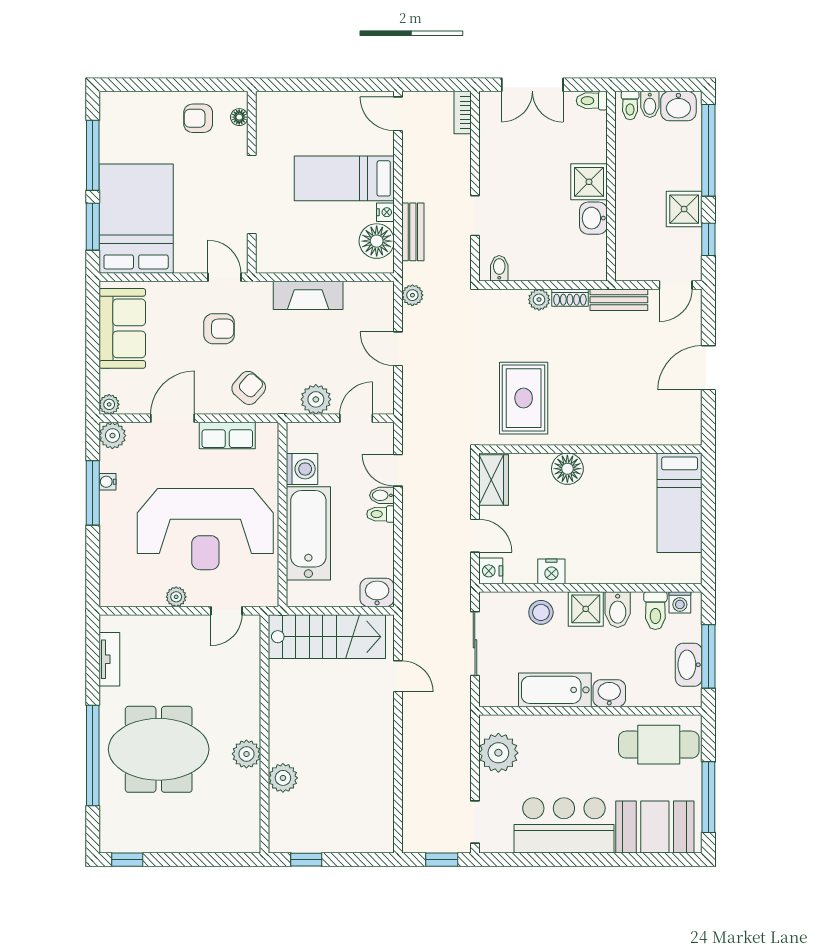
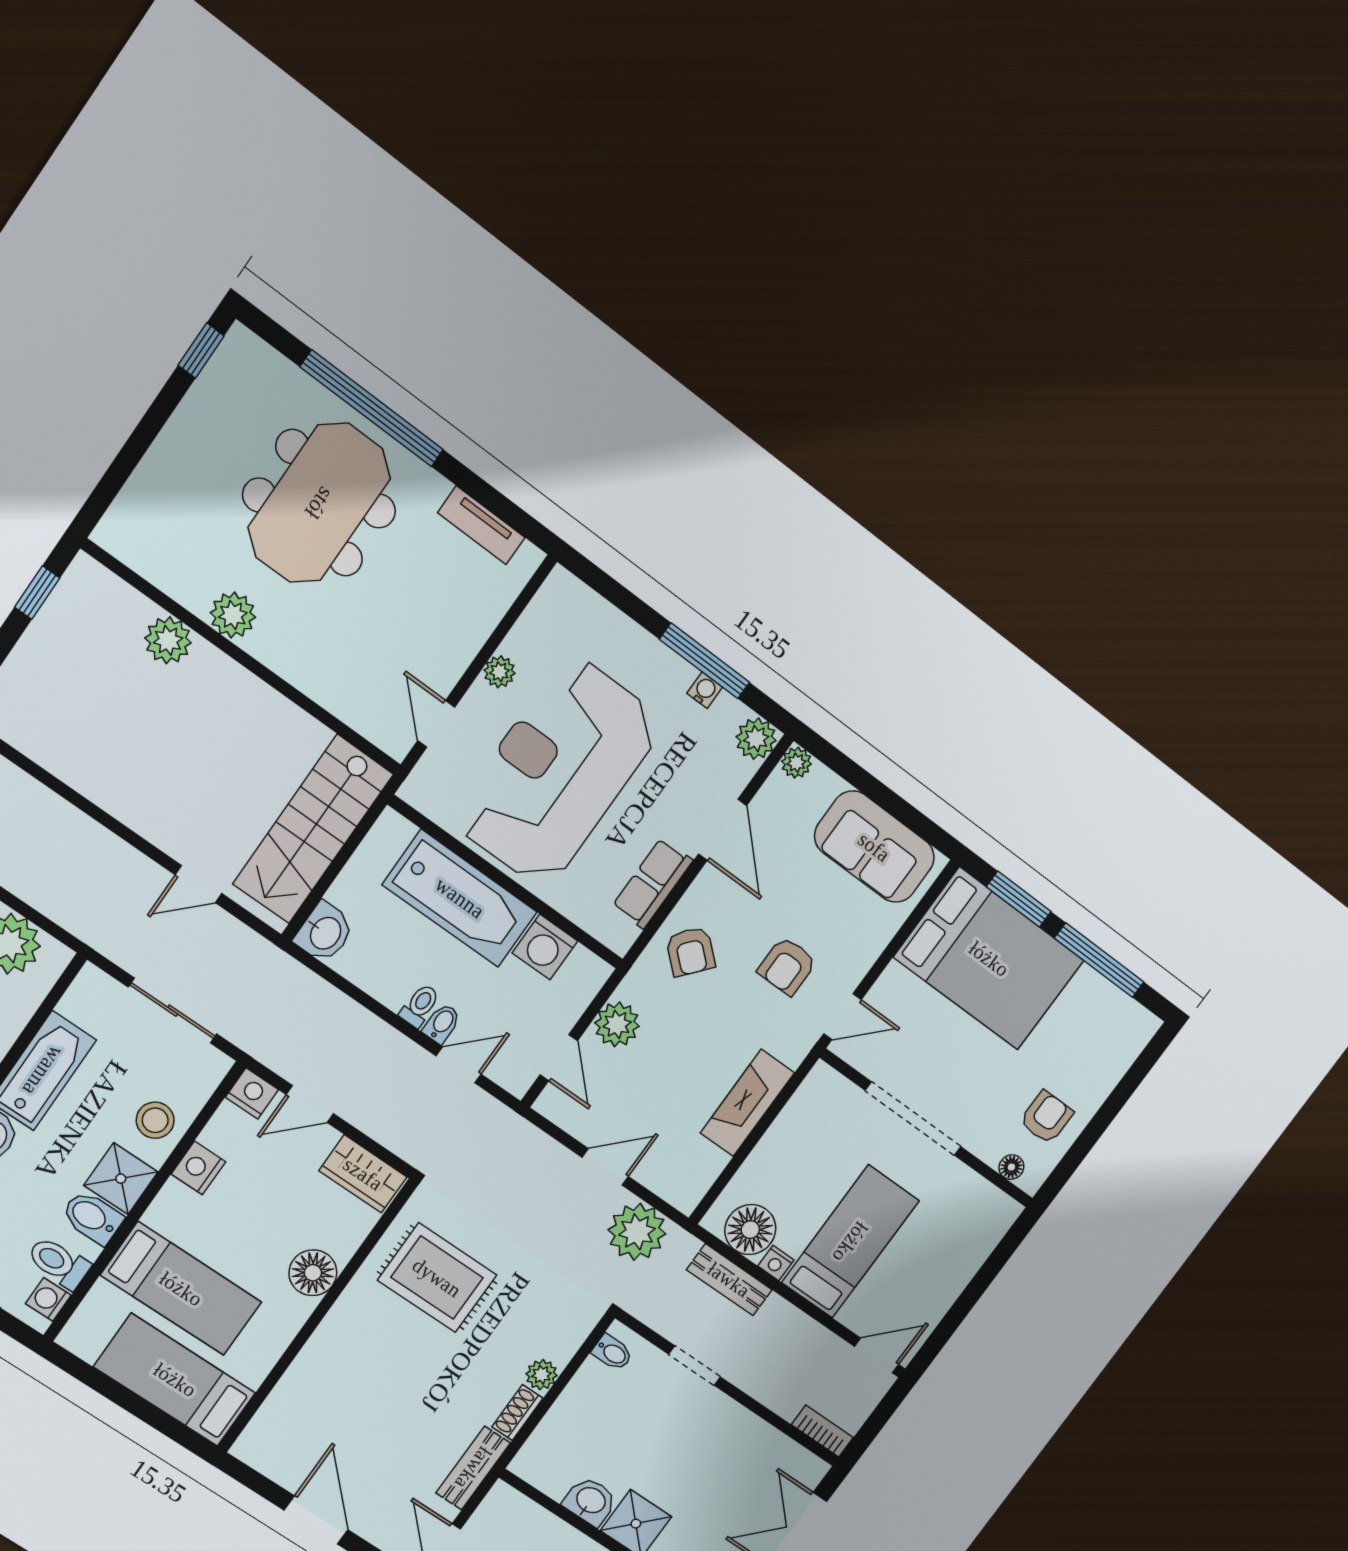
plant: (412, 295) -> (637, 1232), width x1.88, depth x1.88
bed: (625, 535) -> (181, 1289), added

